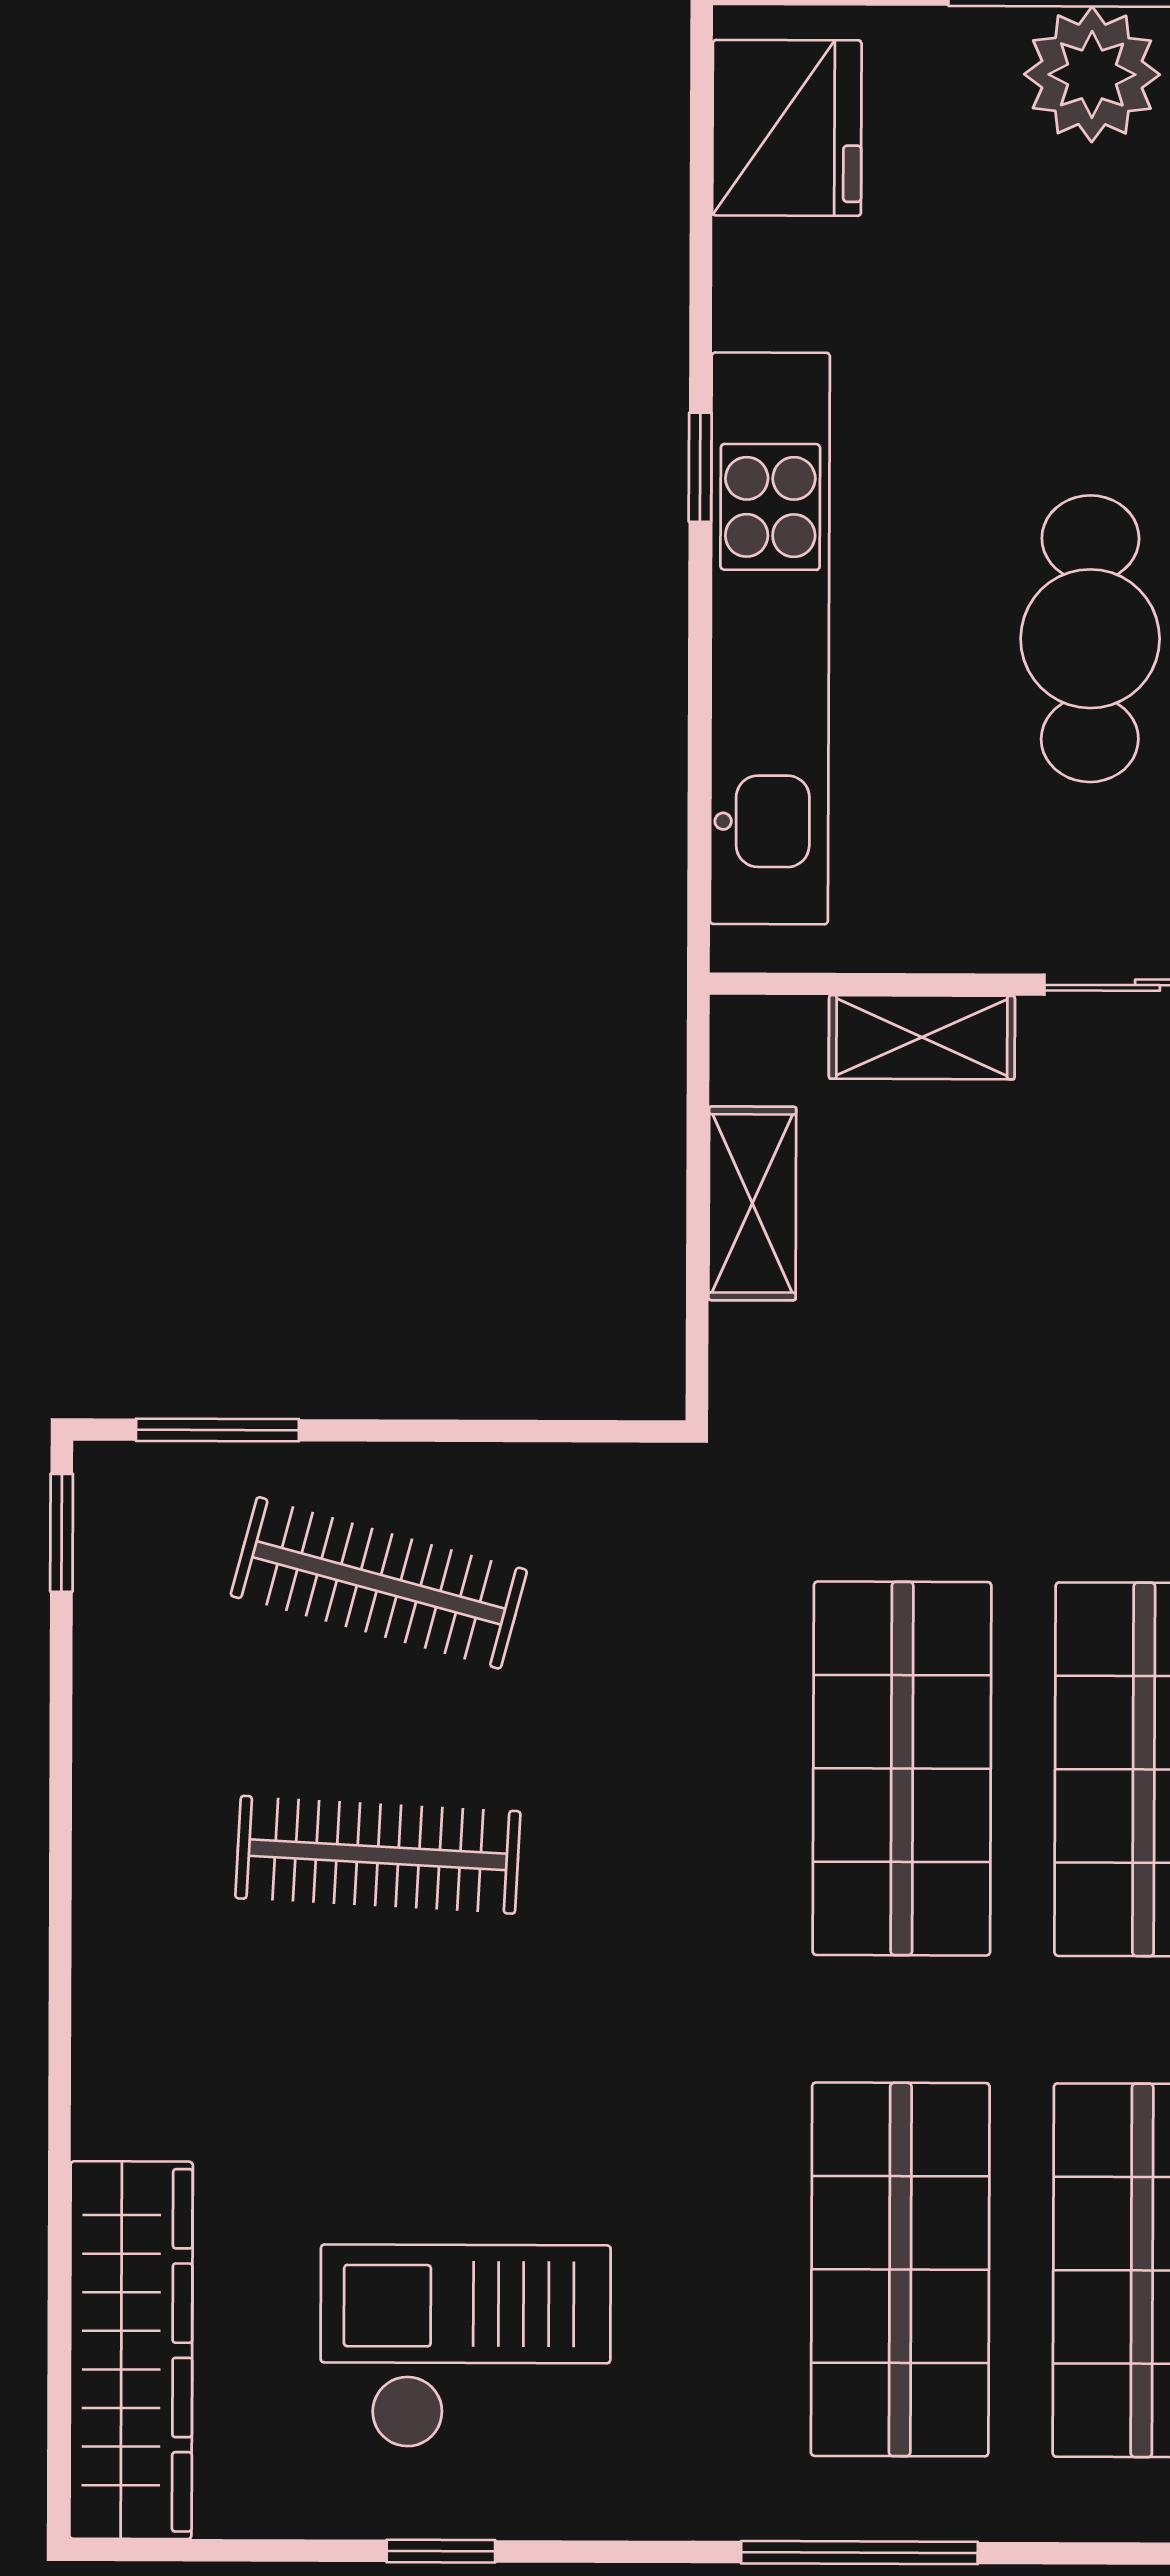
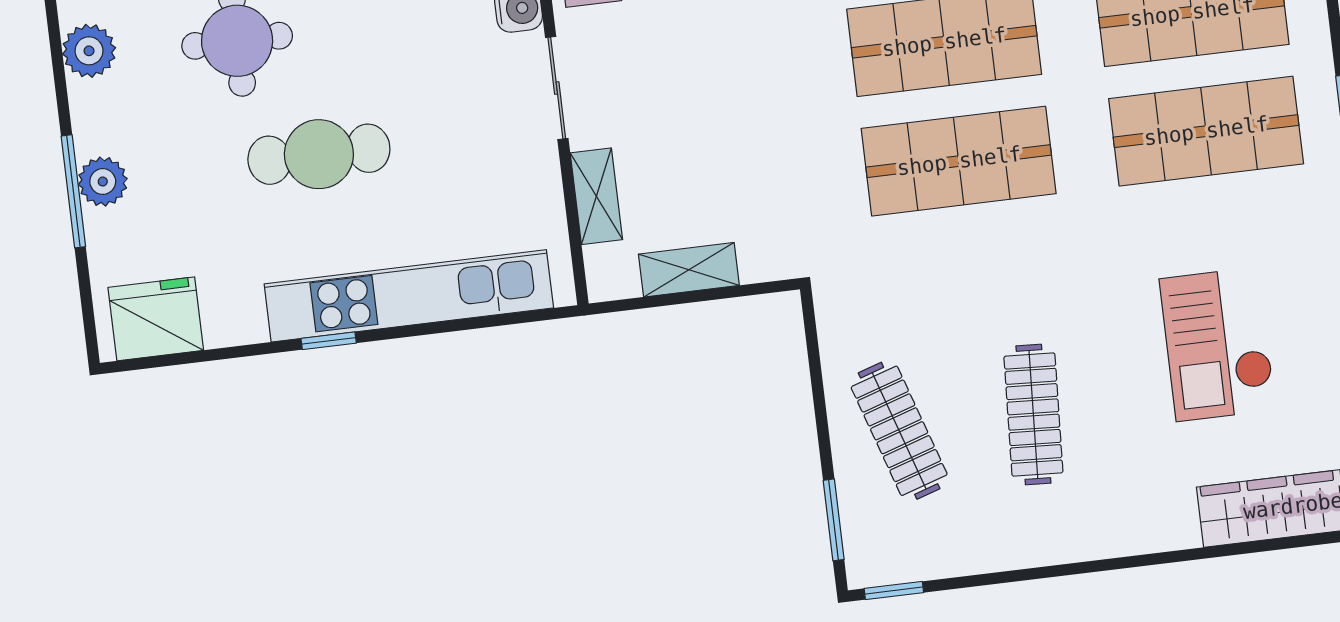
plant: (1092, 74) -> (103, 182), width x0.73, depth x0.73
cafe table: (1090, 639) -> (319, 154), moved
clothes rail: (379, 1583) -> (899, 431), turned -33
checkout: (465, 2347) -> (1218, 344), moved

